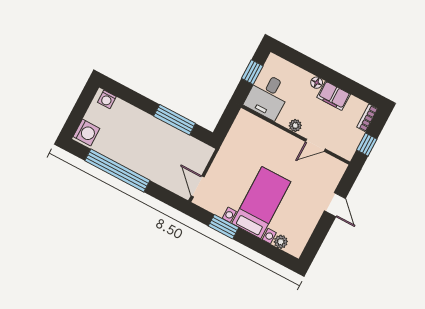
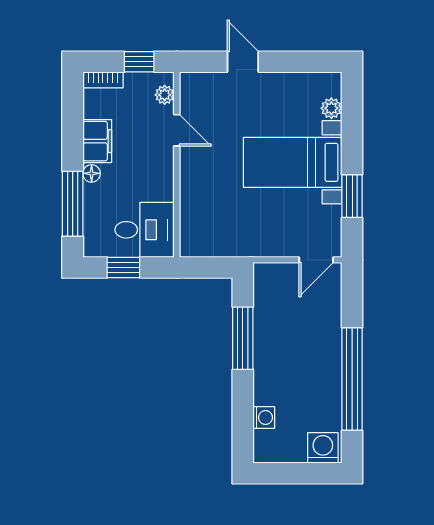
window: (305, 62) -> (73, 204), added
washing machine: (107, 99) -> (264, 418), moved
plant: (295, 126) -> (165, 95), moved
door: (335, 205) -> (243, 62), hinge flipped

